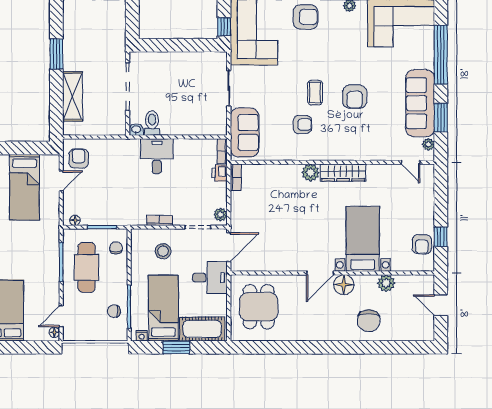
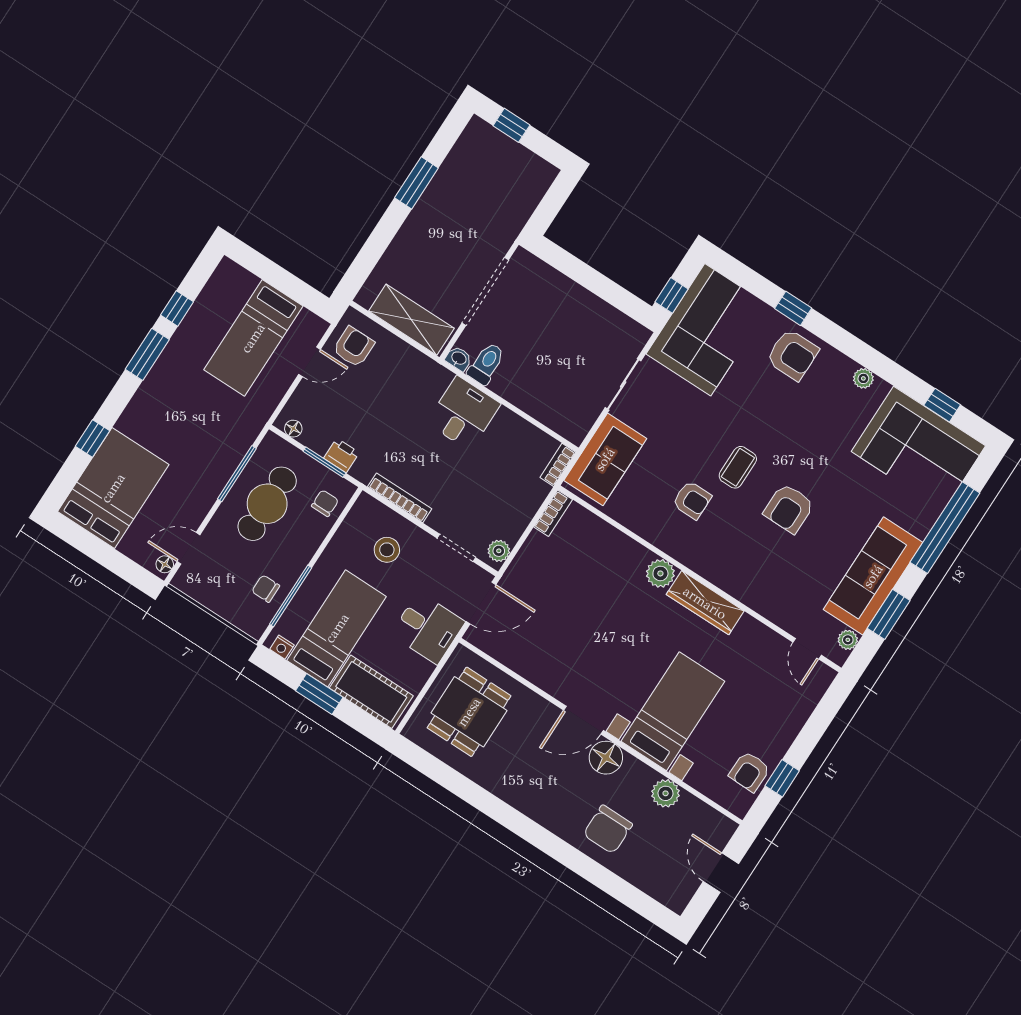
shelving: (73, 96) -> (411, 320), moved, turned 90
printer: (220, 173) -> (341, 455), moved, turned 90
bookcase: (159, 220) -> (400, 498), width x1.56

